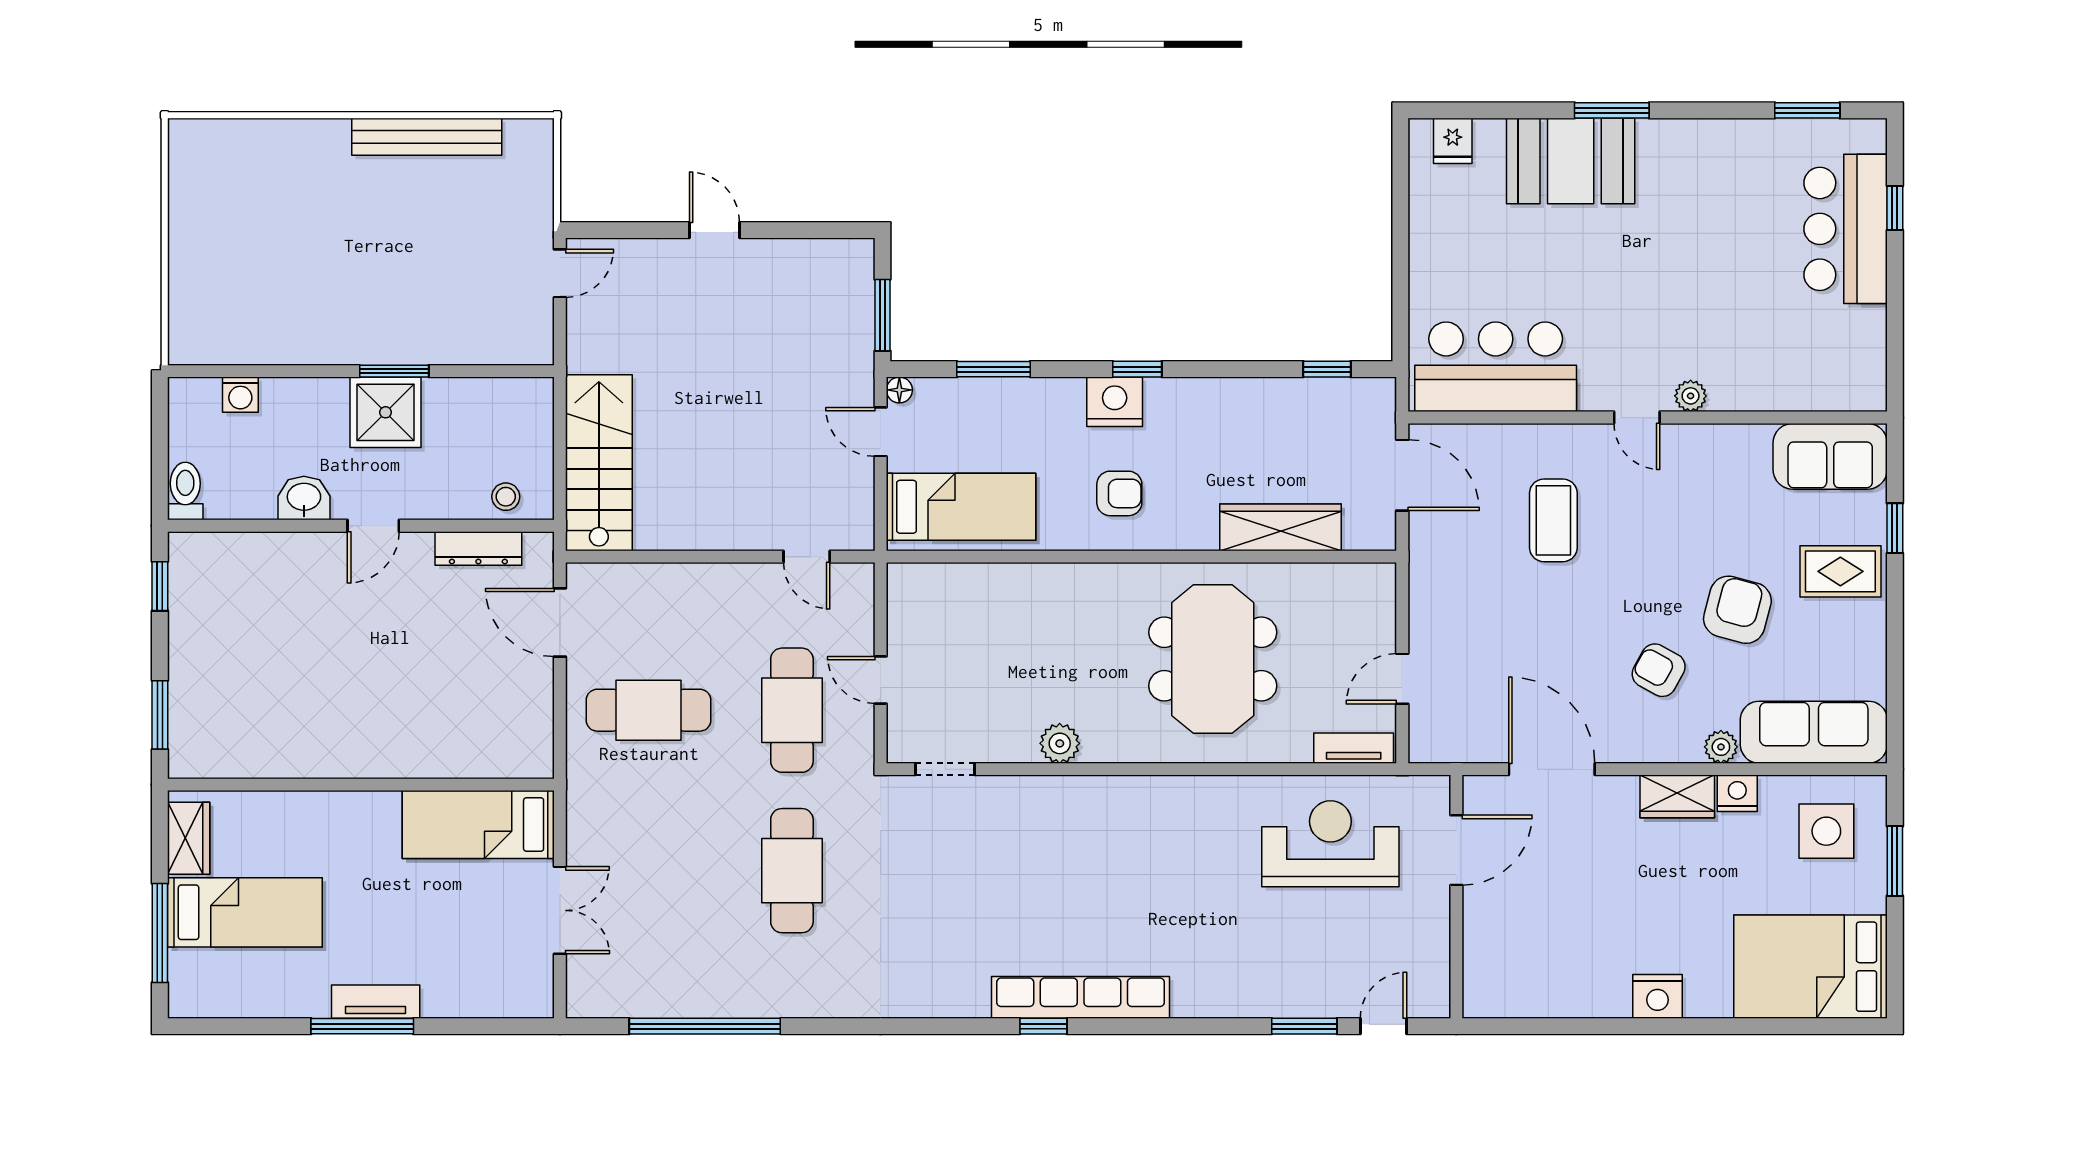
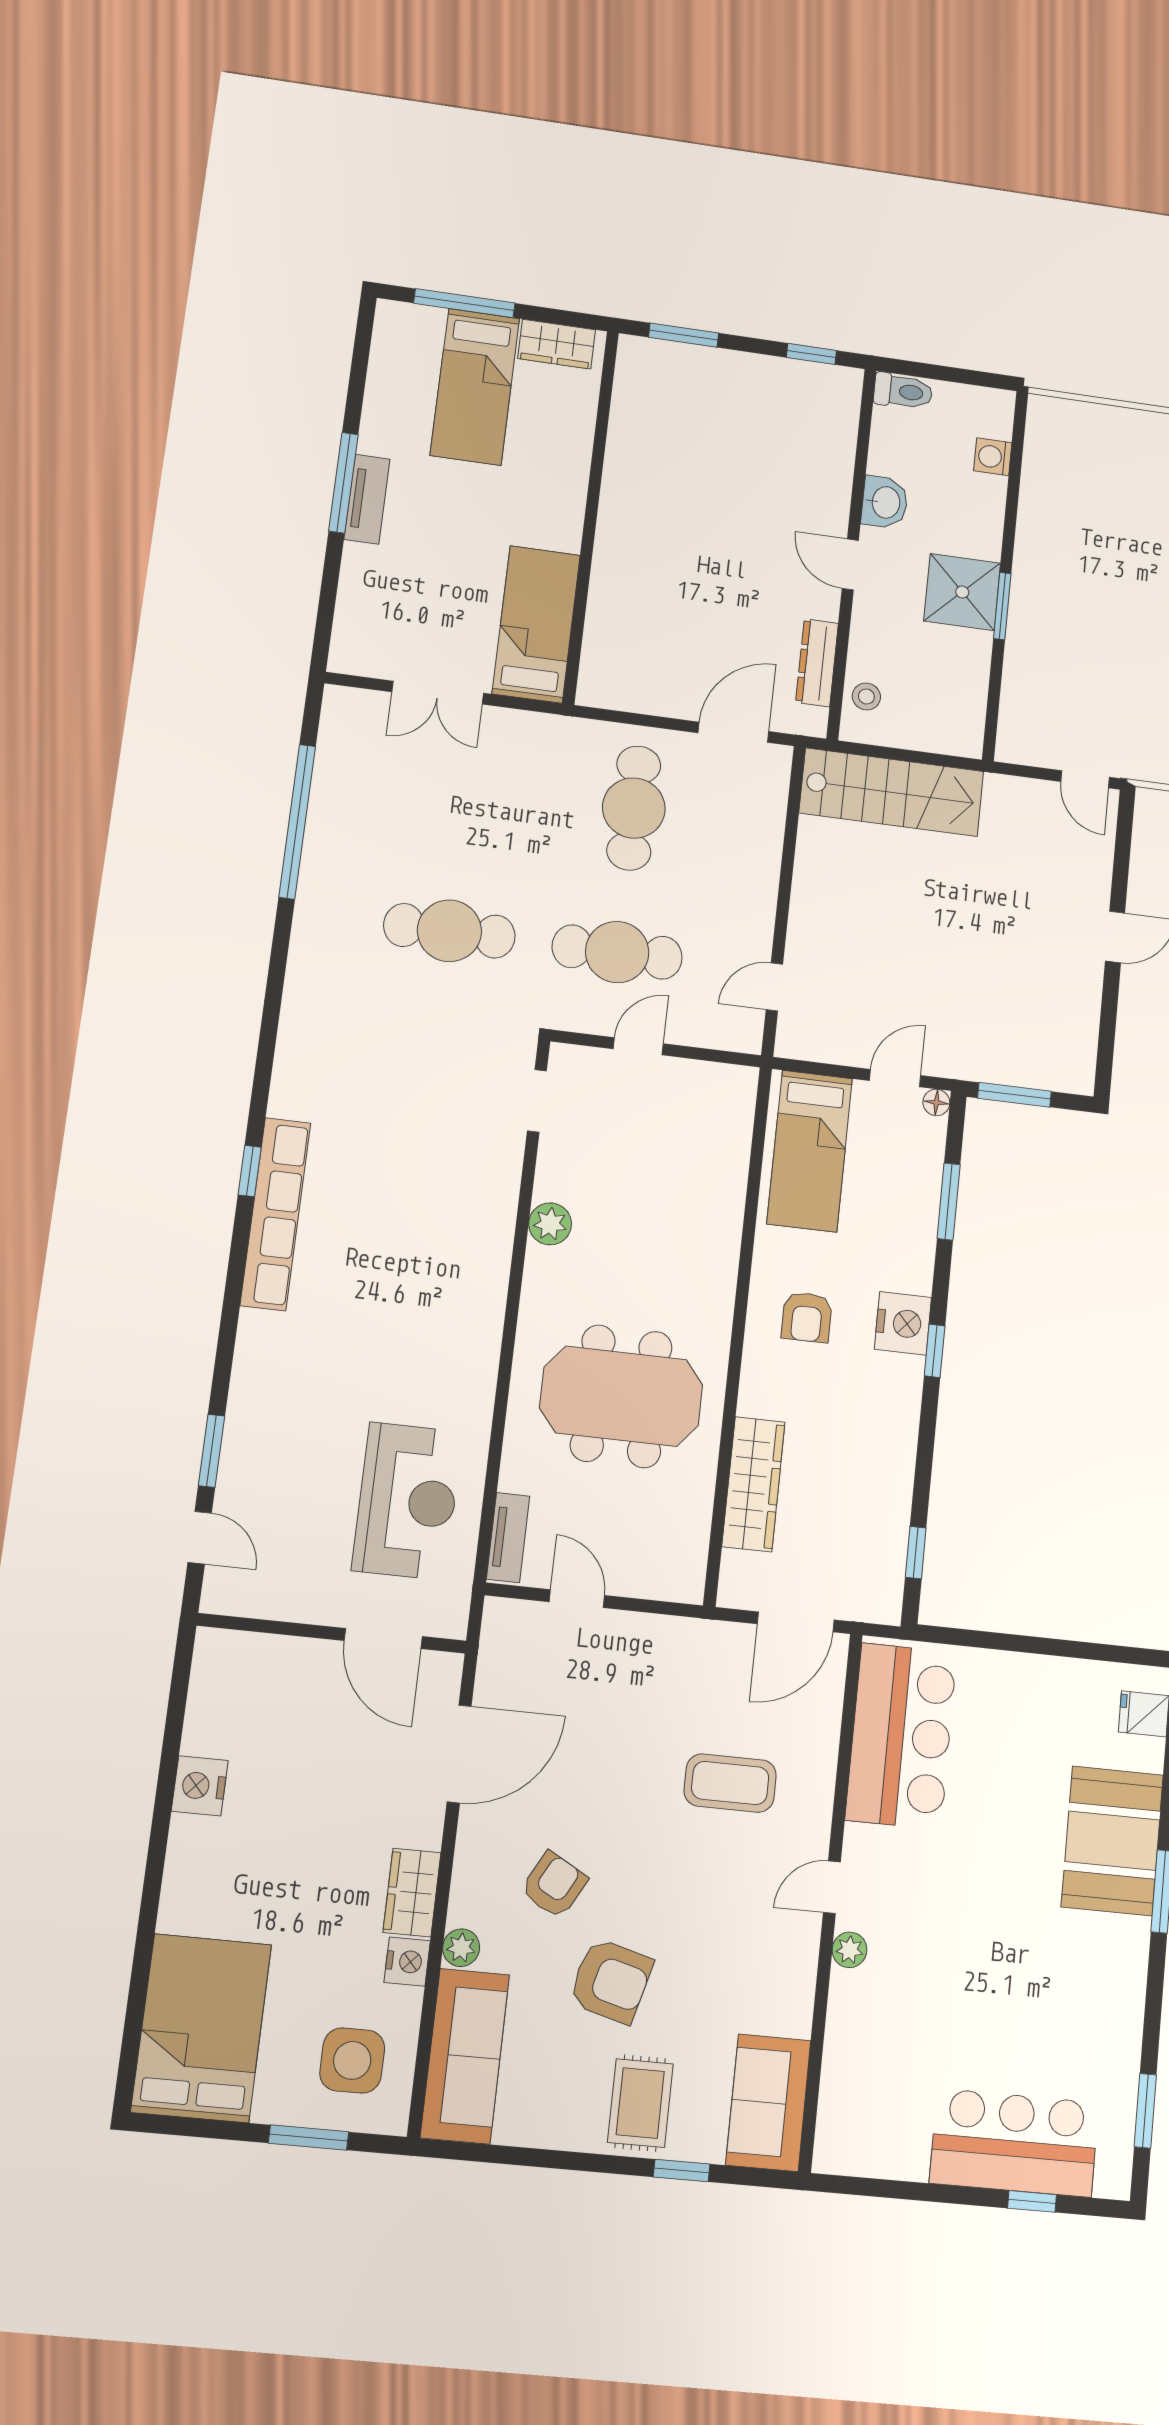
nightstand: (1657, 996) -> (200, 1786), moved

